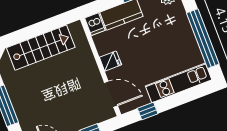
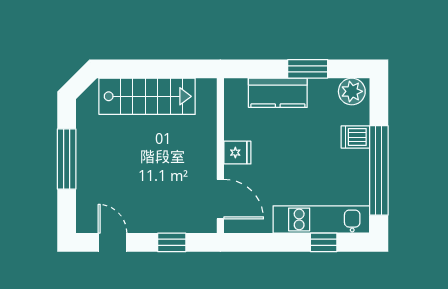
dishwasher: (95, 24) -> (355, 137), moved, turned 90
window: (148, 111) -> (324, 242), moved

